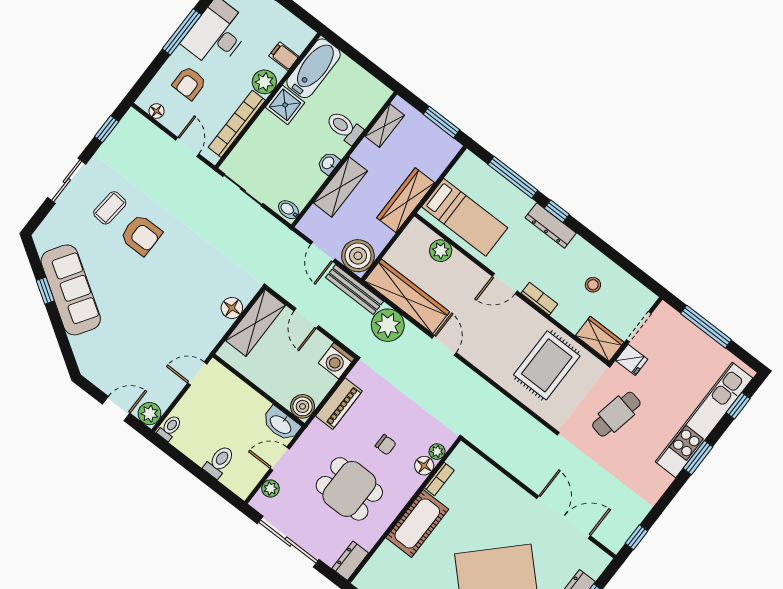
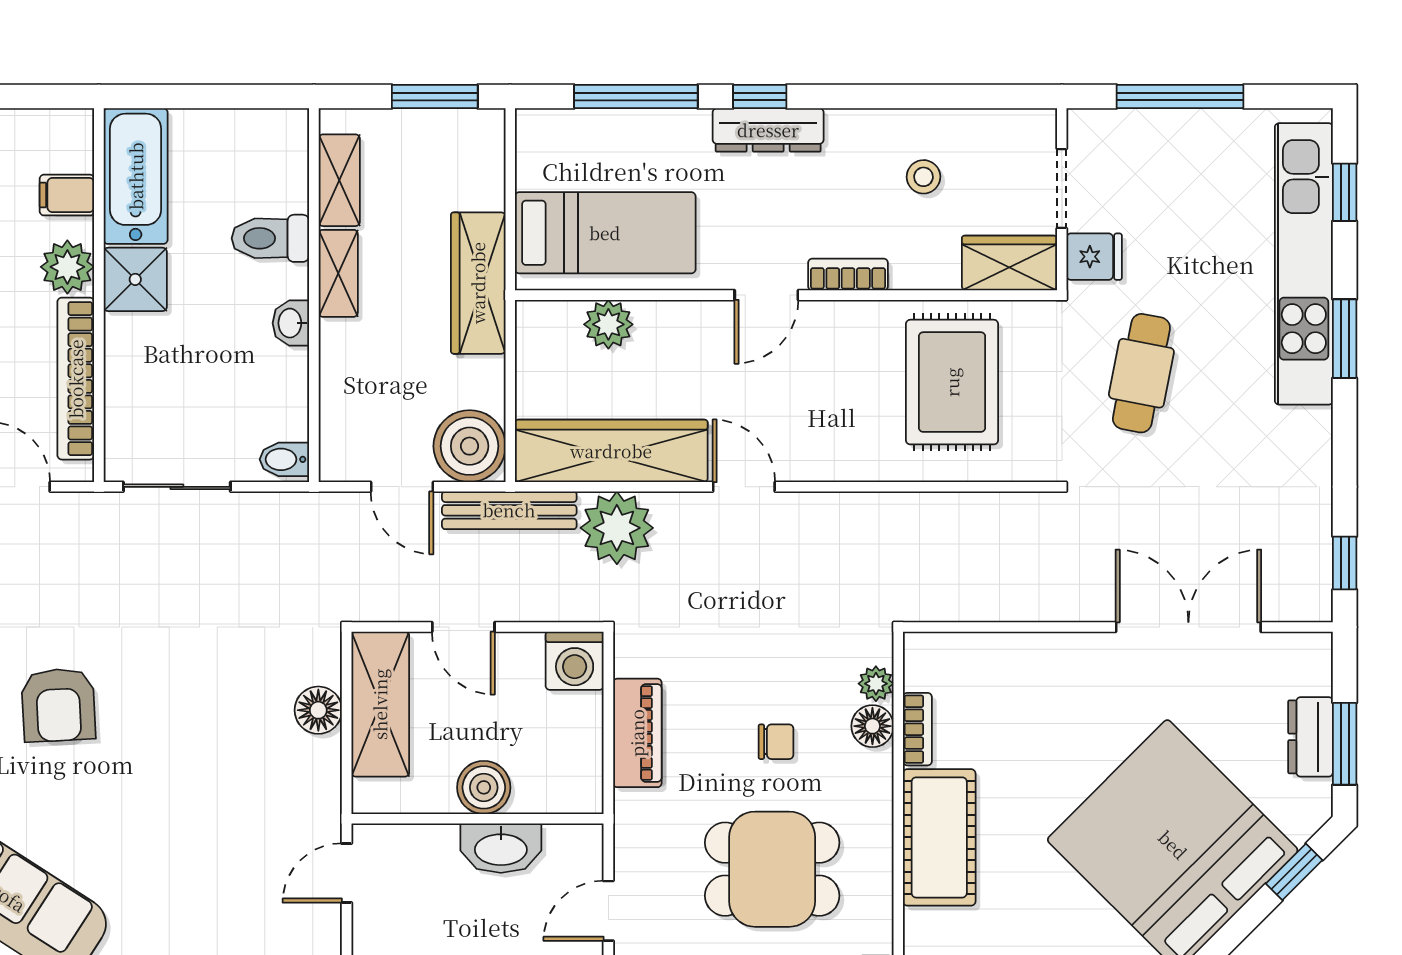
shelving: (340, 187) -> (338, 273), moved, width x0.67, depth x0.75
armchair: (141, 235) -> (58, 705), turned 87
boiler: (303, 406) -> (484, 787), moved
washbasin: (281, 424) -> (501, 848), moved

